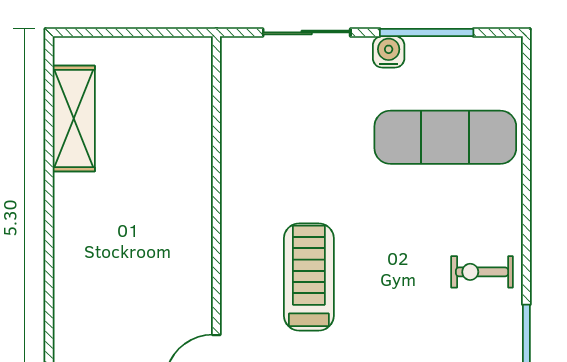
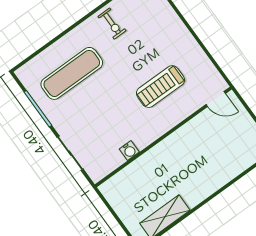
water cooler: (389, 52) -> (129, 151), moved, turned -90
exercise mat: (445, 137) -> (72, 73), turned 90

